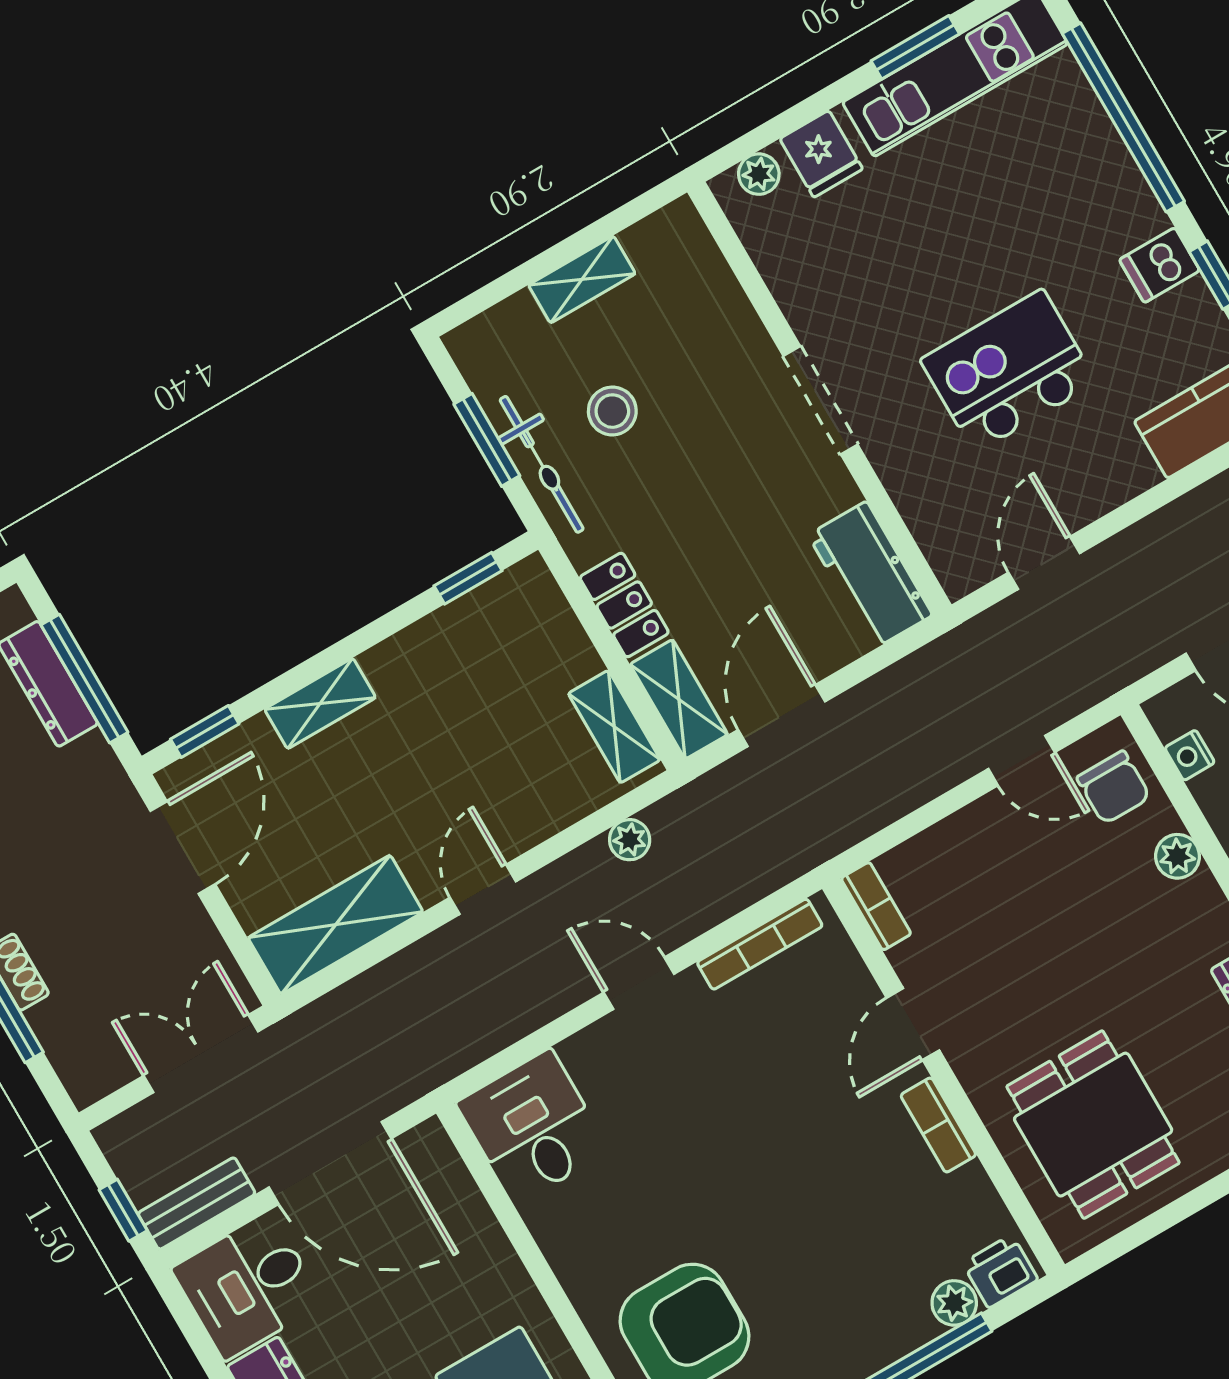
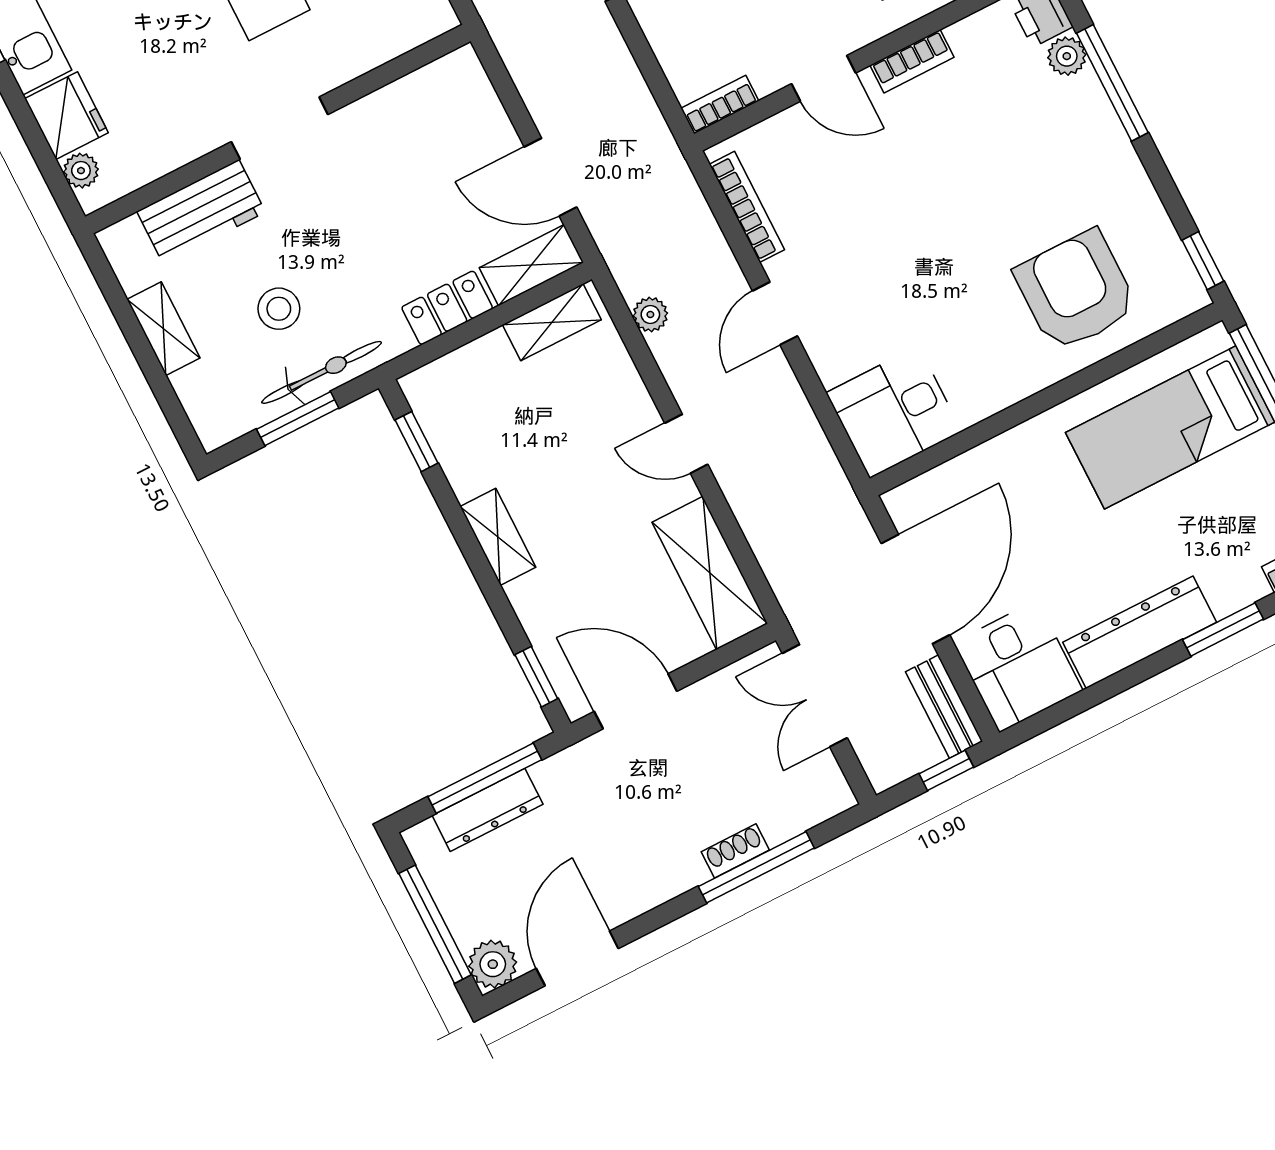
fridge: (821, 154) -> (67, 116), width x1.38
workbench: (870, 575) -> (201, 212), moved
shelving: (320, 703) -> (498, 537), moved

